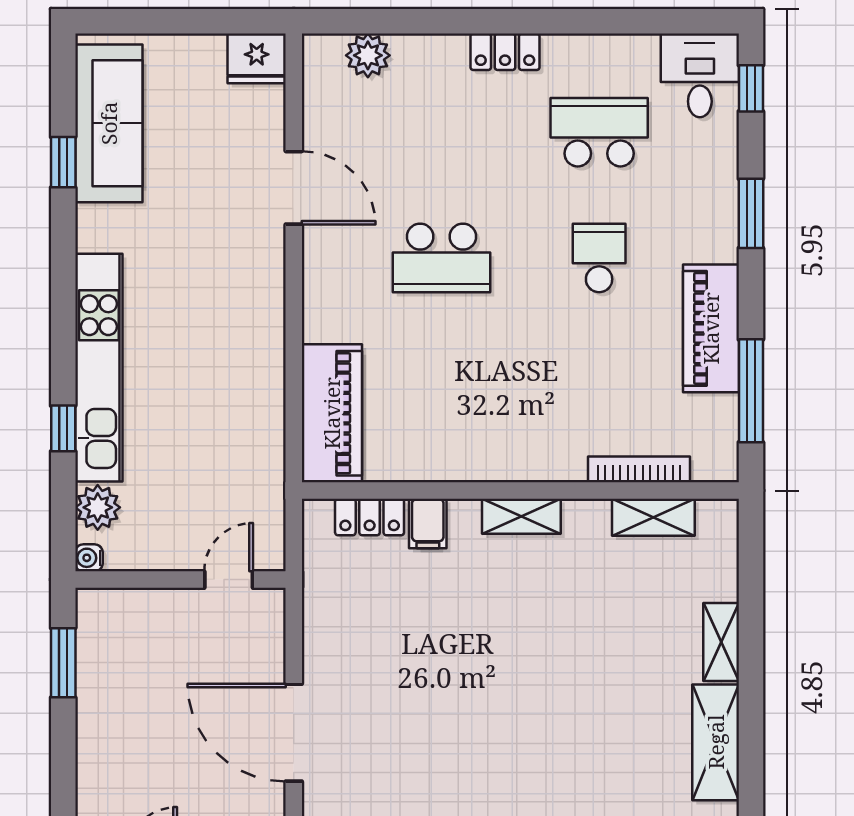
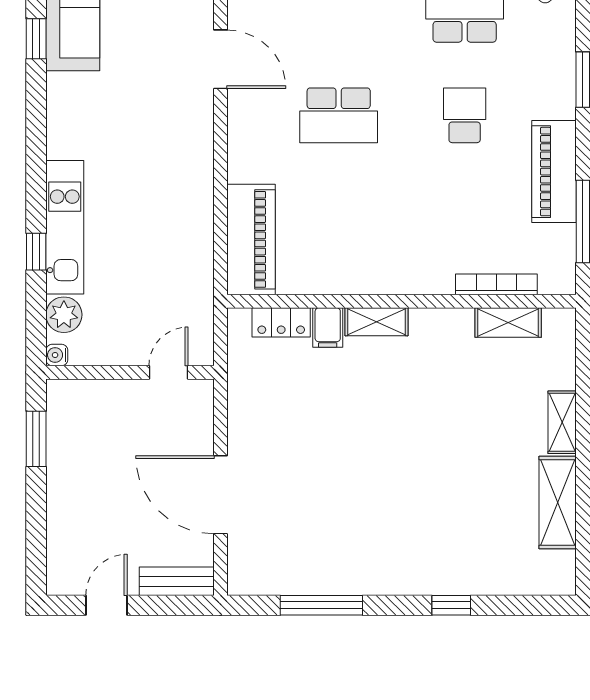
kitchen unit: (99, 368) -> (65, 227), width x0.73
shelving: (521, 516) -> (376, 322), moved

